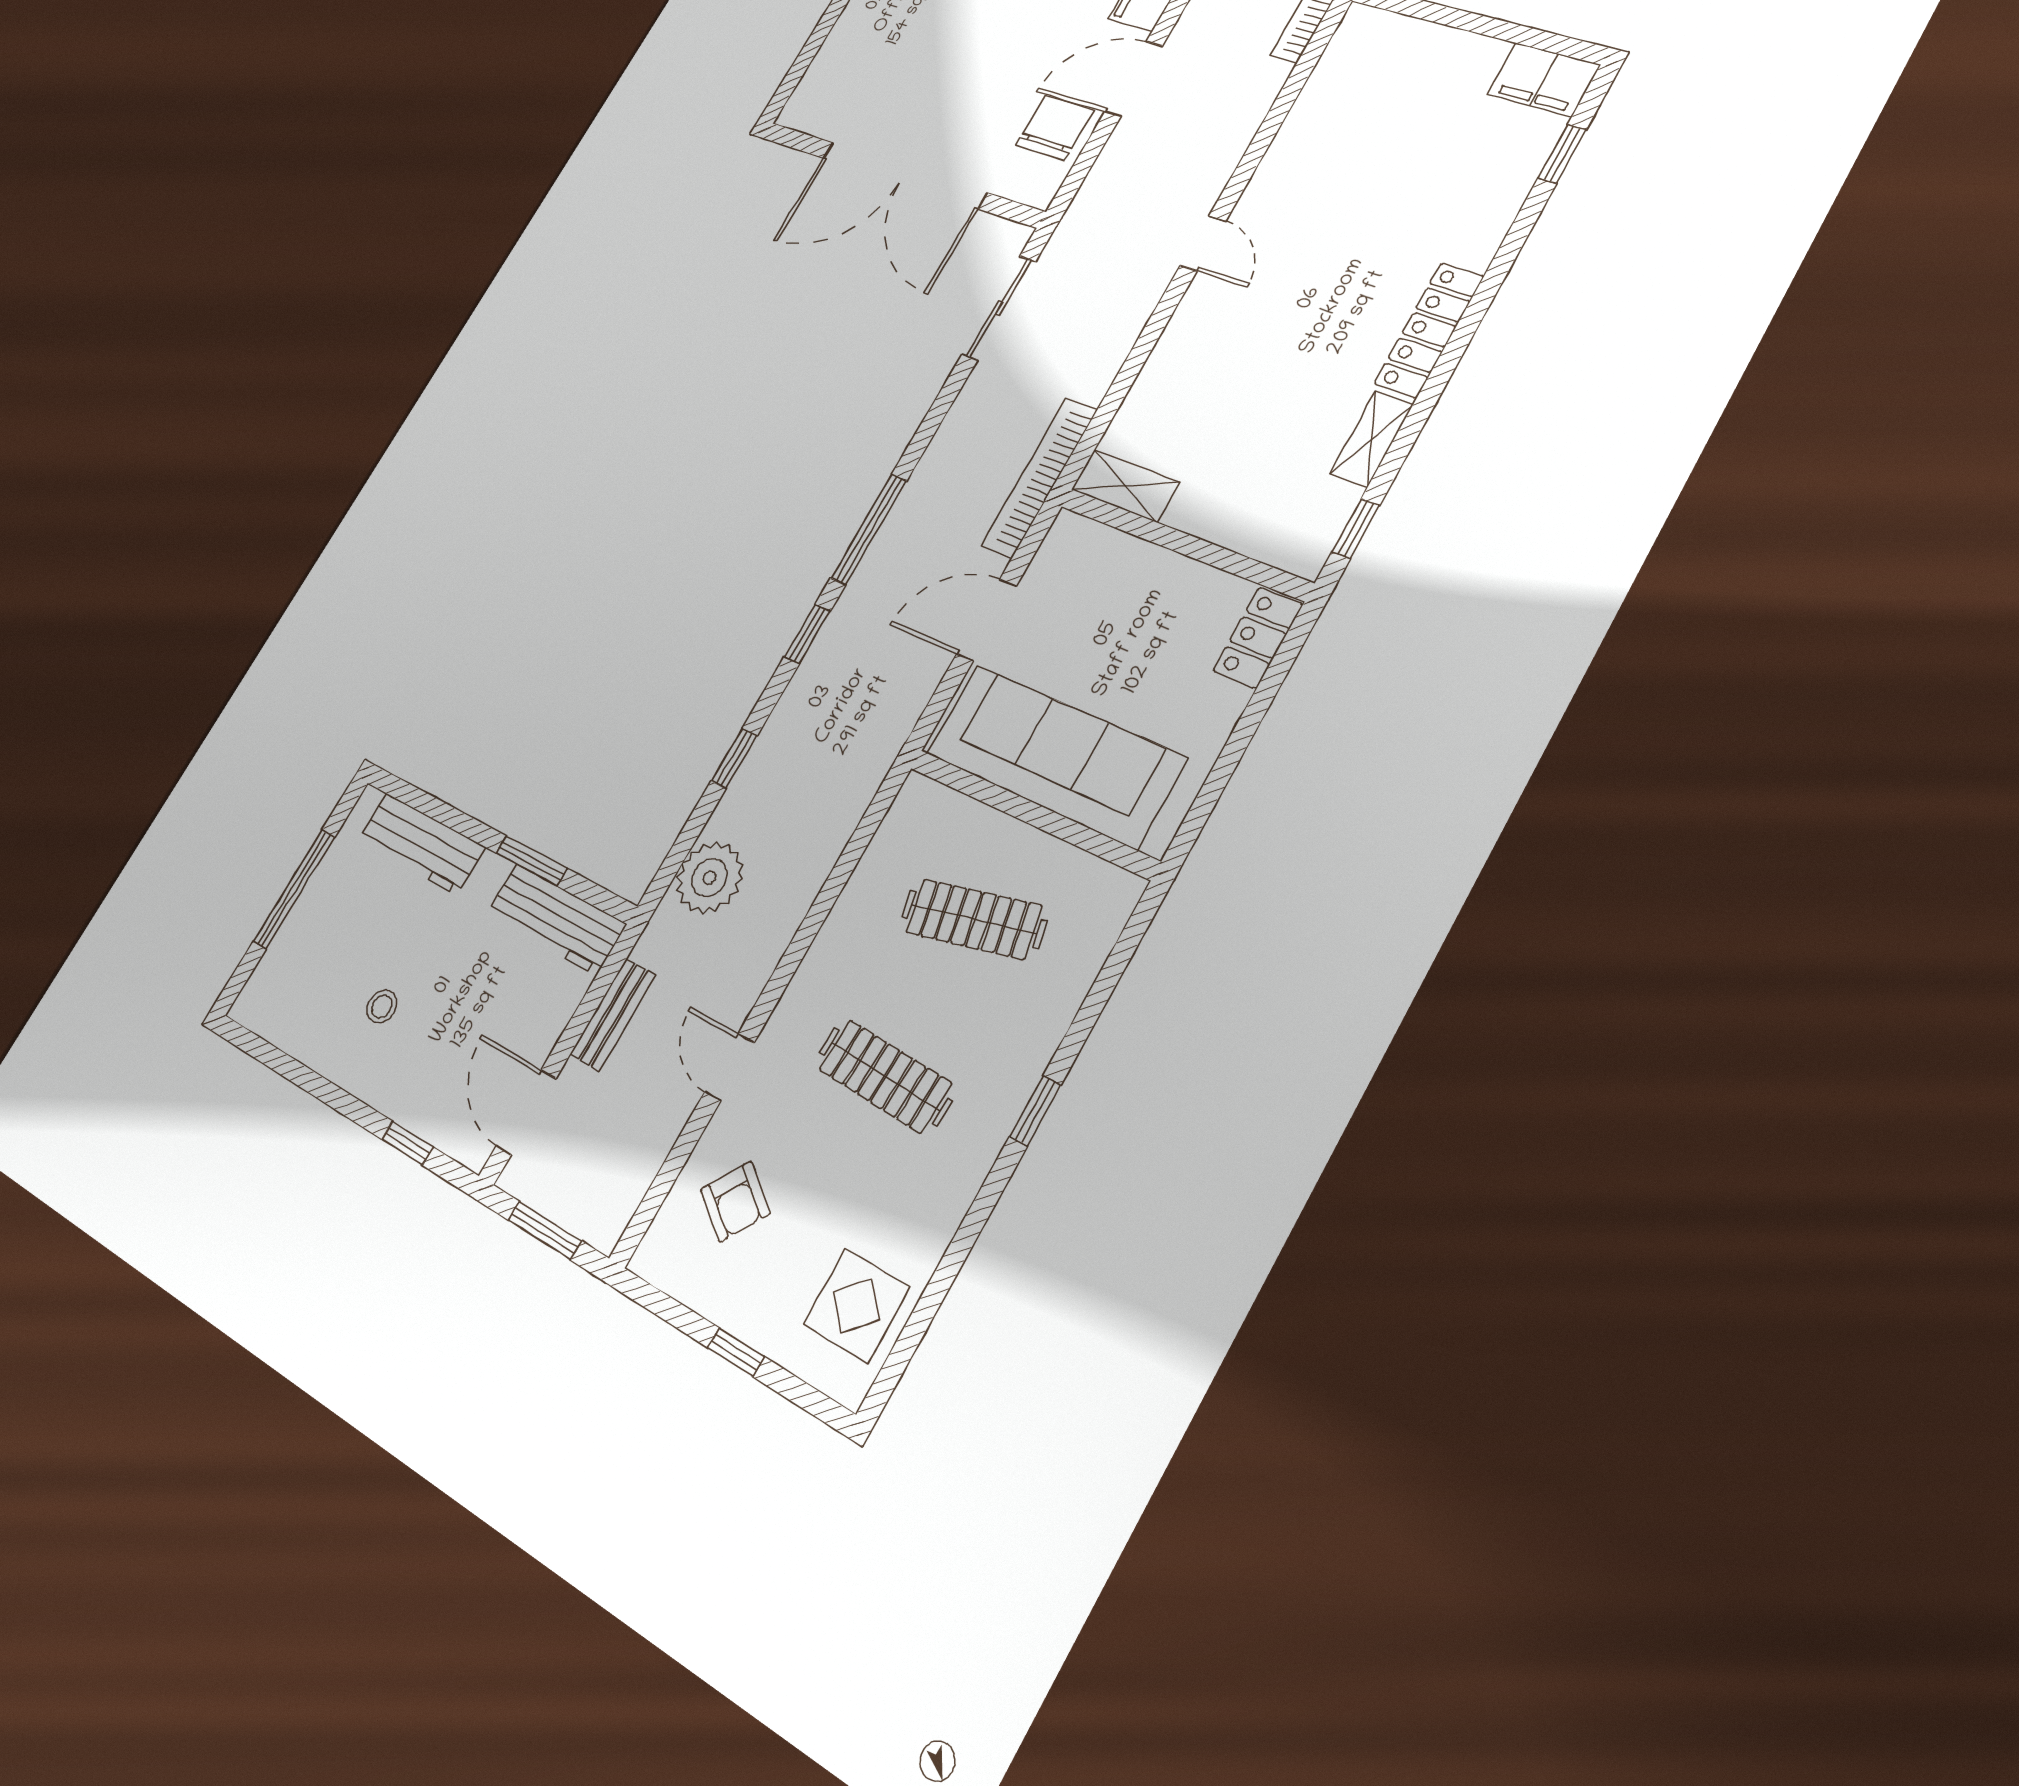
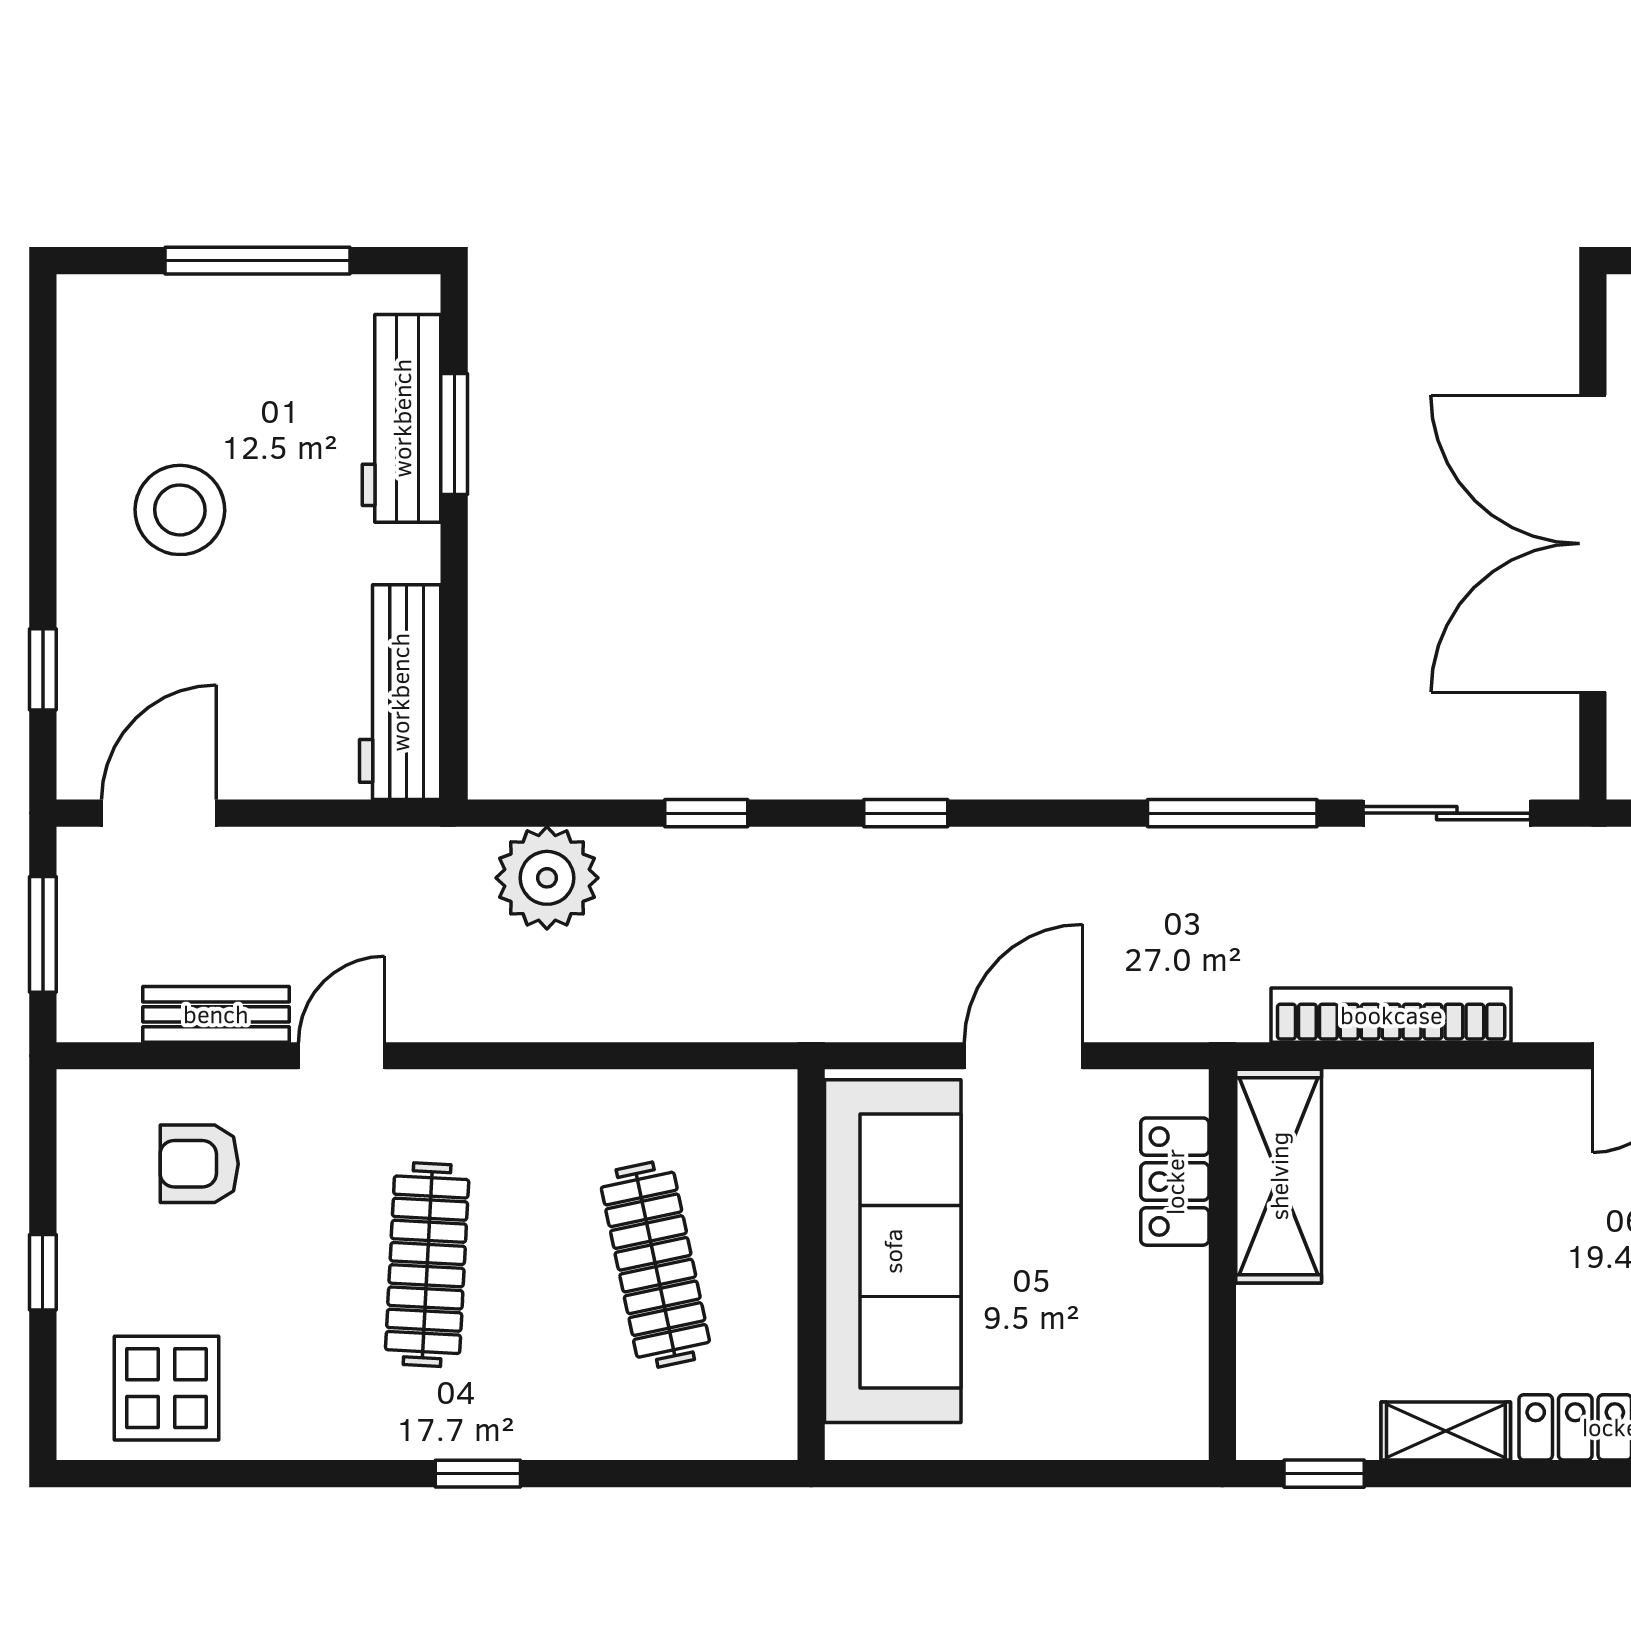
bookcase: (1039, 478) -> (1391, 1015), moved
shelving: (1125, 486) -> (1279, 1176), width x1.50, depth x1.33
window: (869, 529) -> (1232, 813), moved
door: (987, 620) -> (1023, 1056), hinge flipped
locker: (1258, 638) -> (1175, 1182), moved, turned -90
window: (531, 861) -> (454, 434), moved
stool: (382, 1006) -> (180, 510), width x1.89, depth x1.89
bench: (613, 1015) -> (216, 1014), moved
armchair: (735, 1201) -> (199, 1164), turned 55

